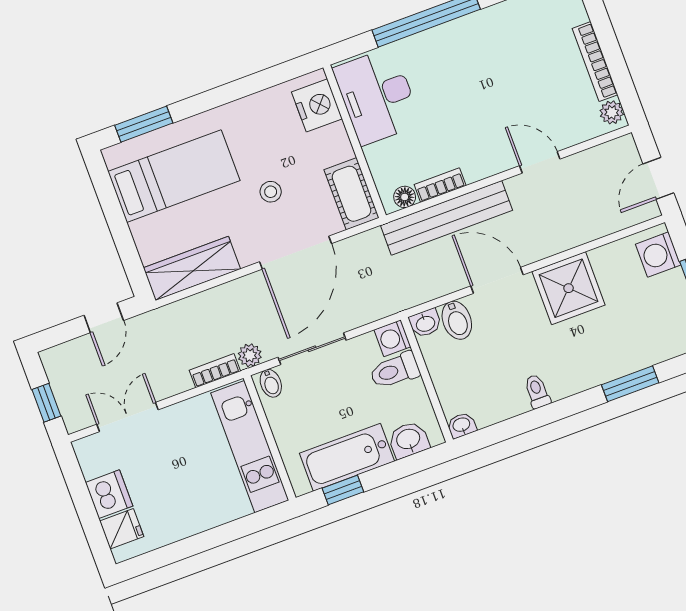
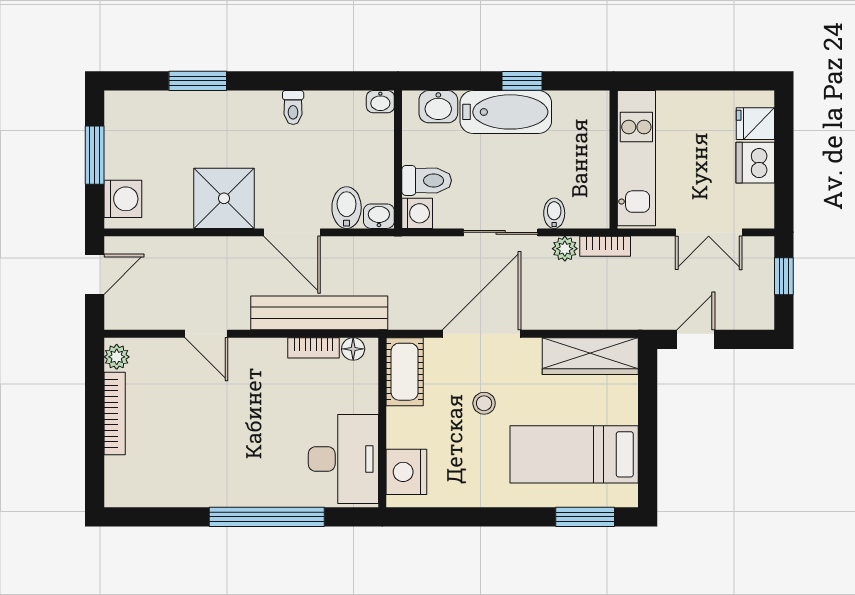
wall: (270, 438) -> (613, 159), moved
kitchen unit: (250, 447) -> (636, 158), moved

